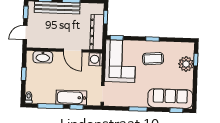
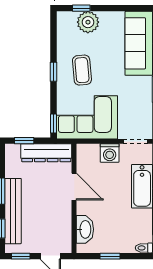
door: (73, 51) -> (74, 187), hinge flipped
washing machine: (96, 59) -> (110, 153), moved

